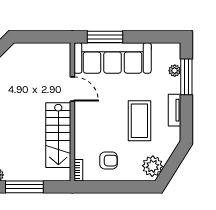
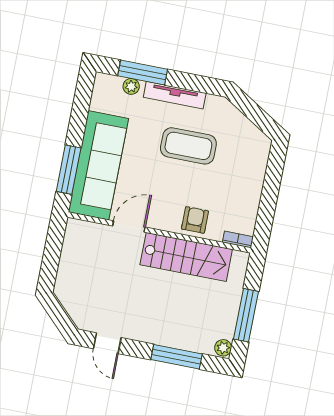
tv unit: (174, 110) -> (175, 95), width x1.41
armchair: (109, 161) -> (195, 220), moved
plant: (152, 166) -> (252, 140), removed

